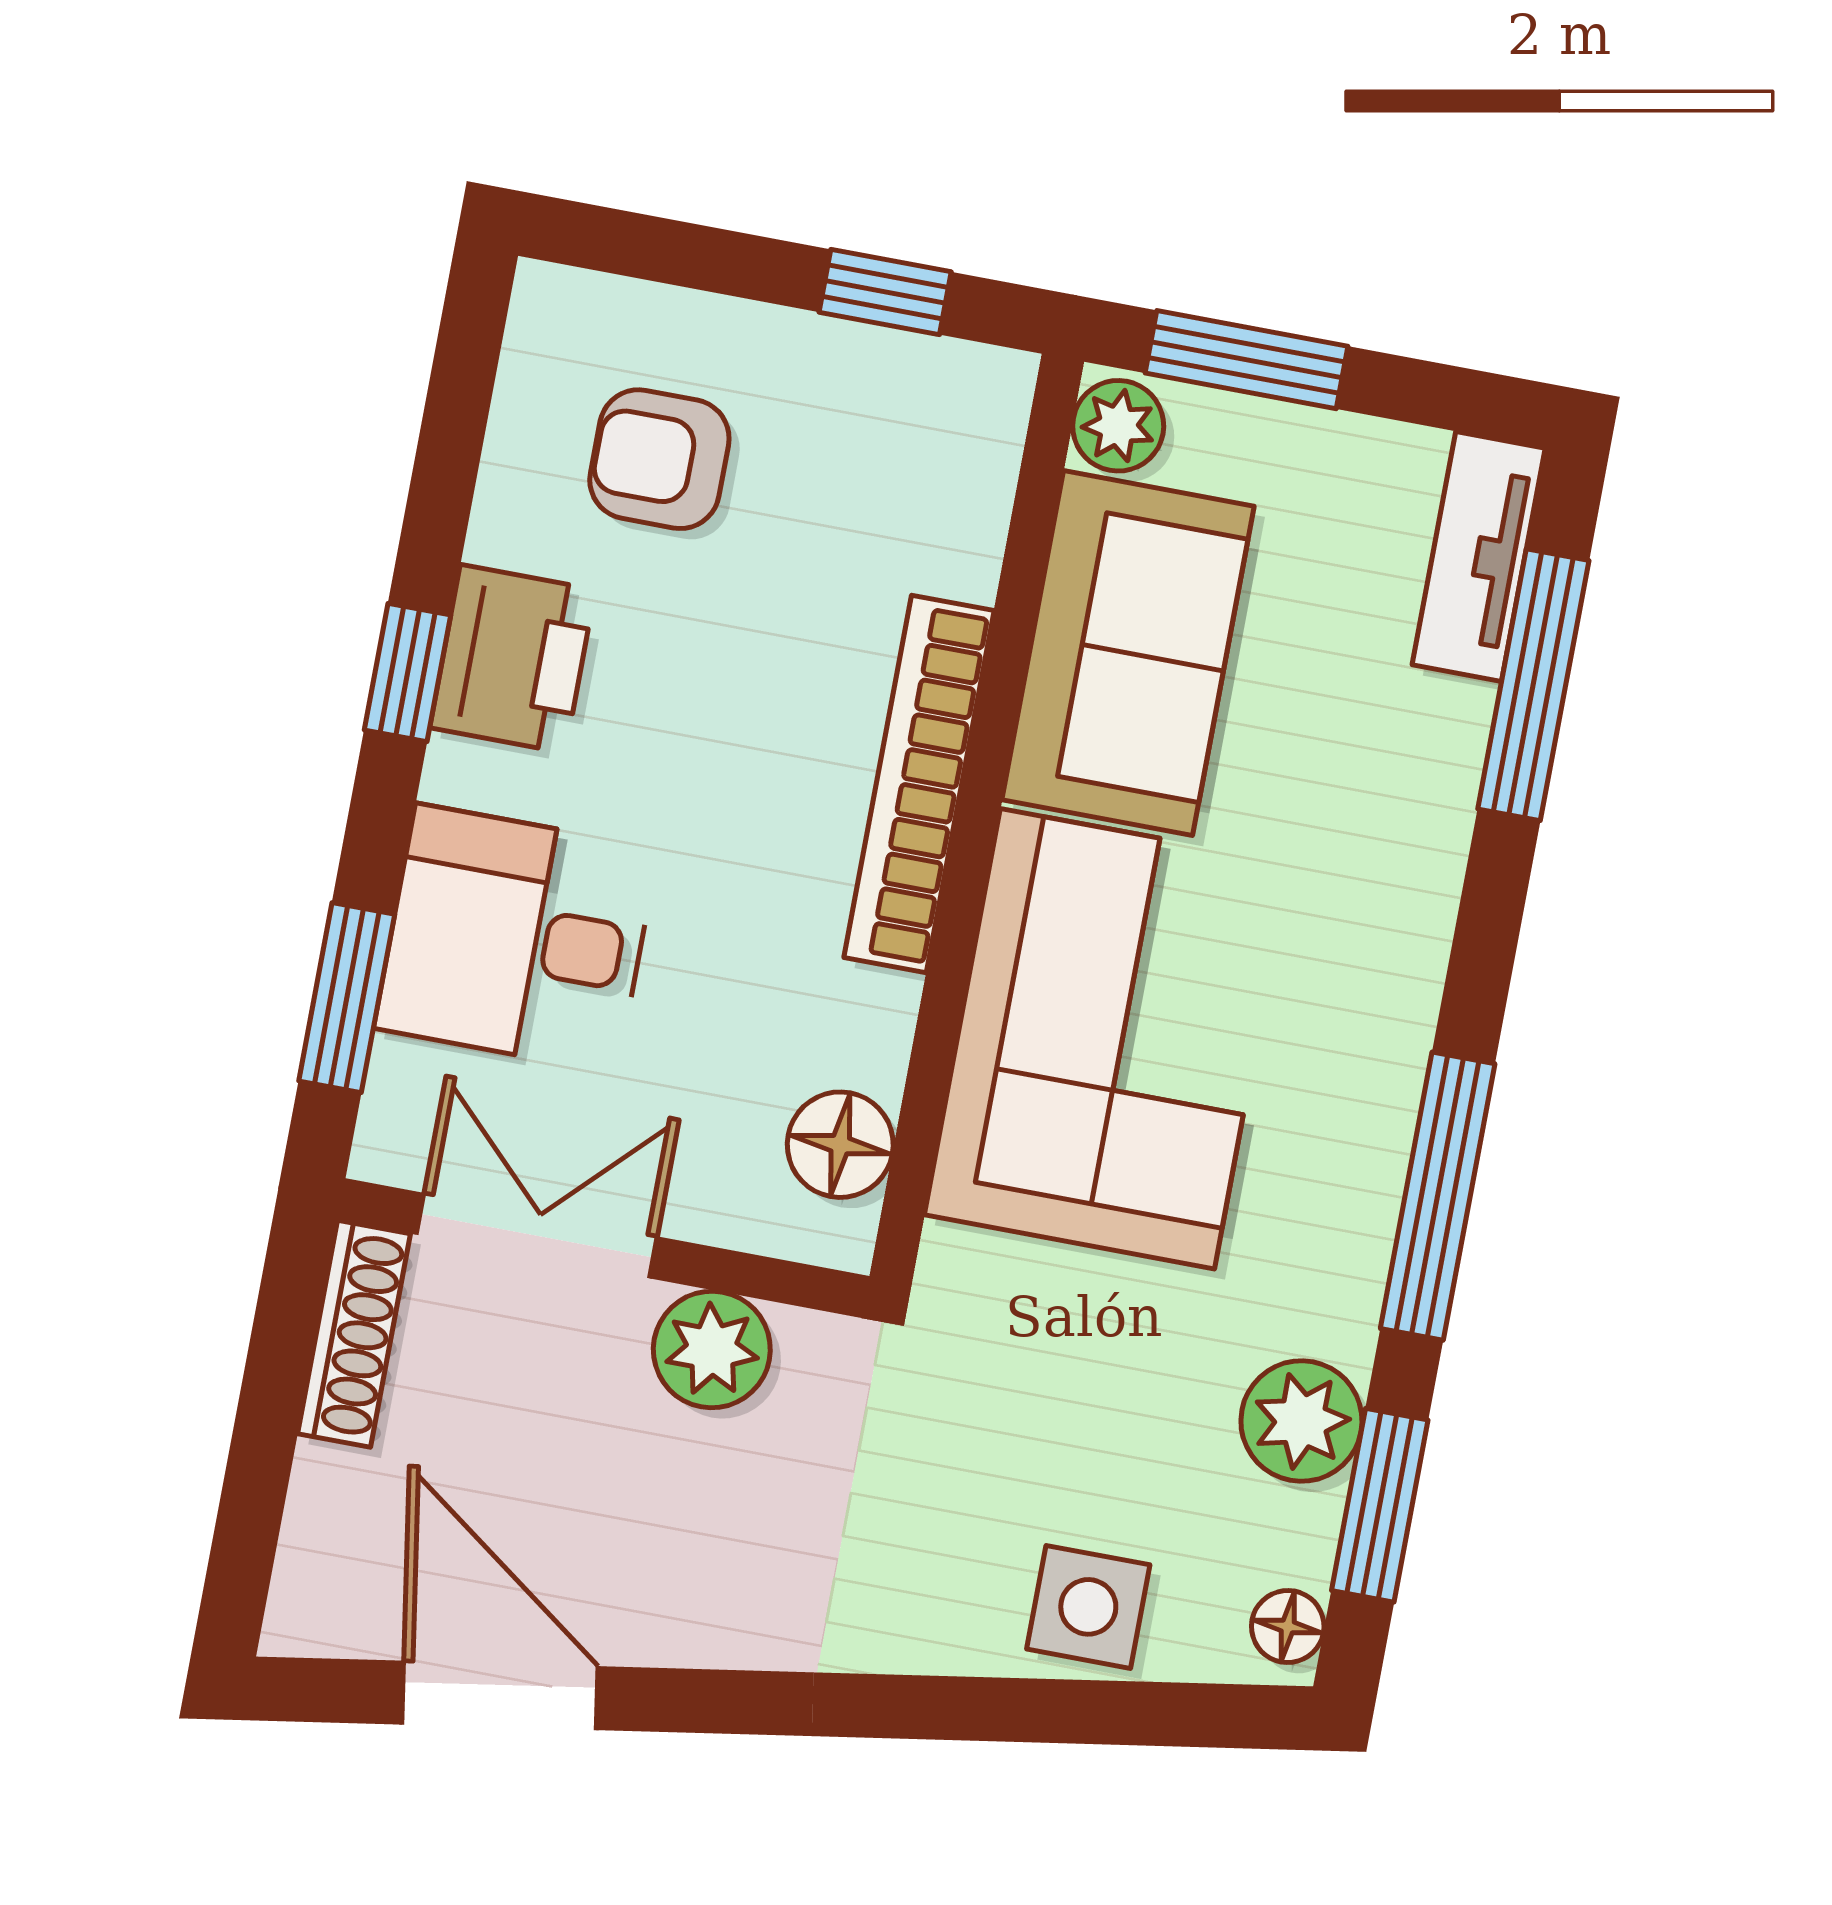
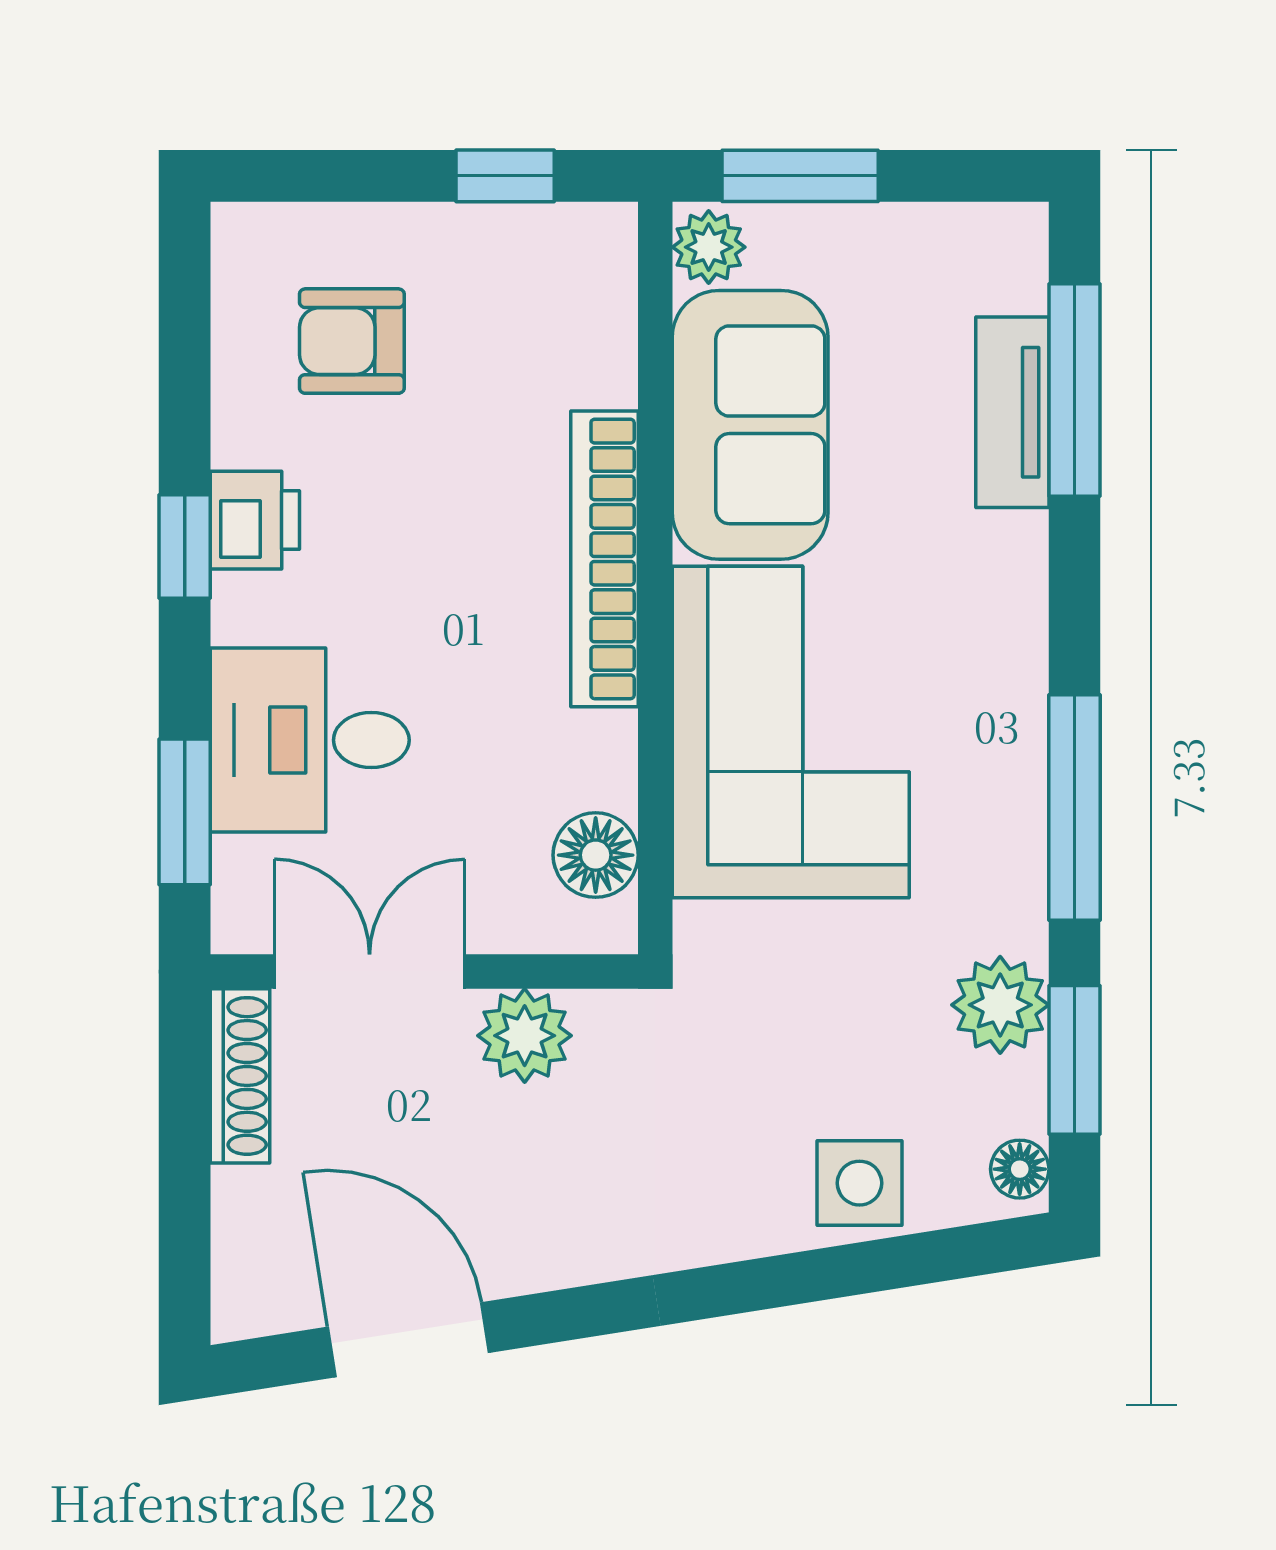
tv unit: (1479, 556) -> (1012, 412), moved
printer: (513, 659) -> (255, 520), width x0.73, depth x0.81

